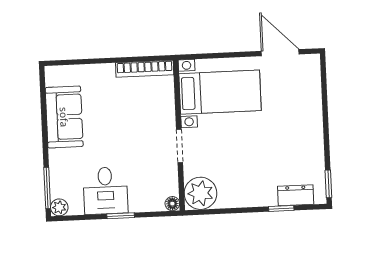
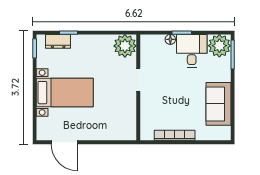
bookcase: (145, 69) -> (175, 135), moved
bed with nightstands: (220, 92) -> (65, 93), moved, turned 180
floor lamp: (172, 204) -> (170, 39), moved
plant: (59, 207) -> (219, 46), width x1.88, depth x1.88

